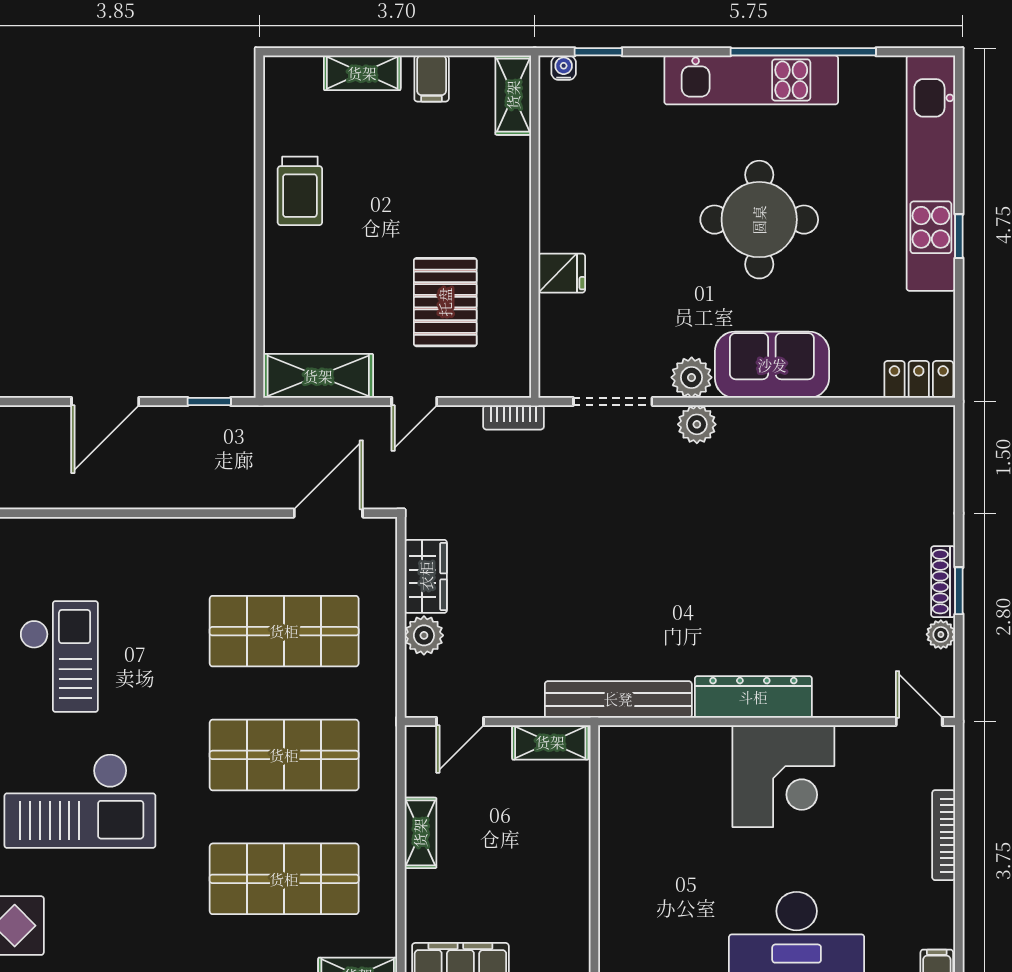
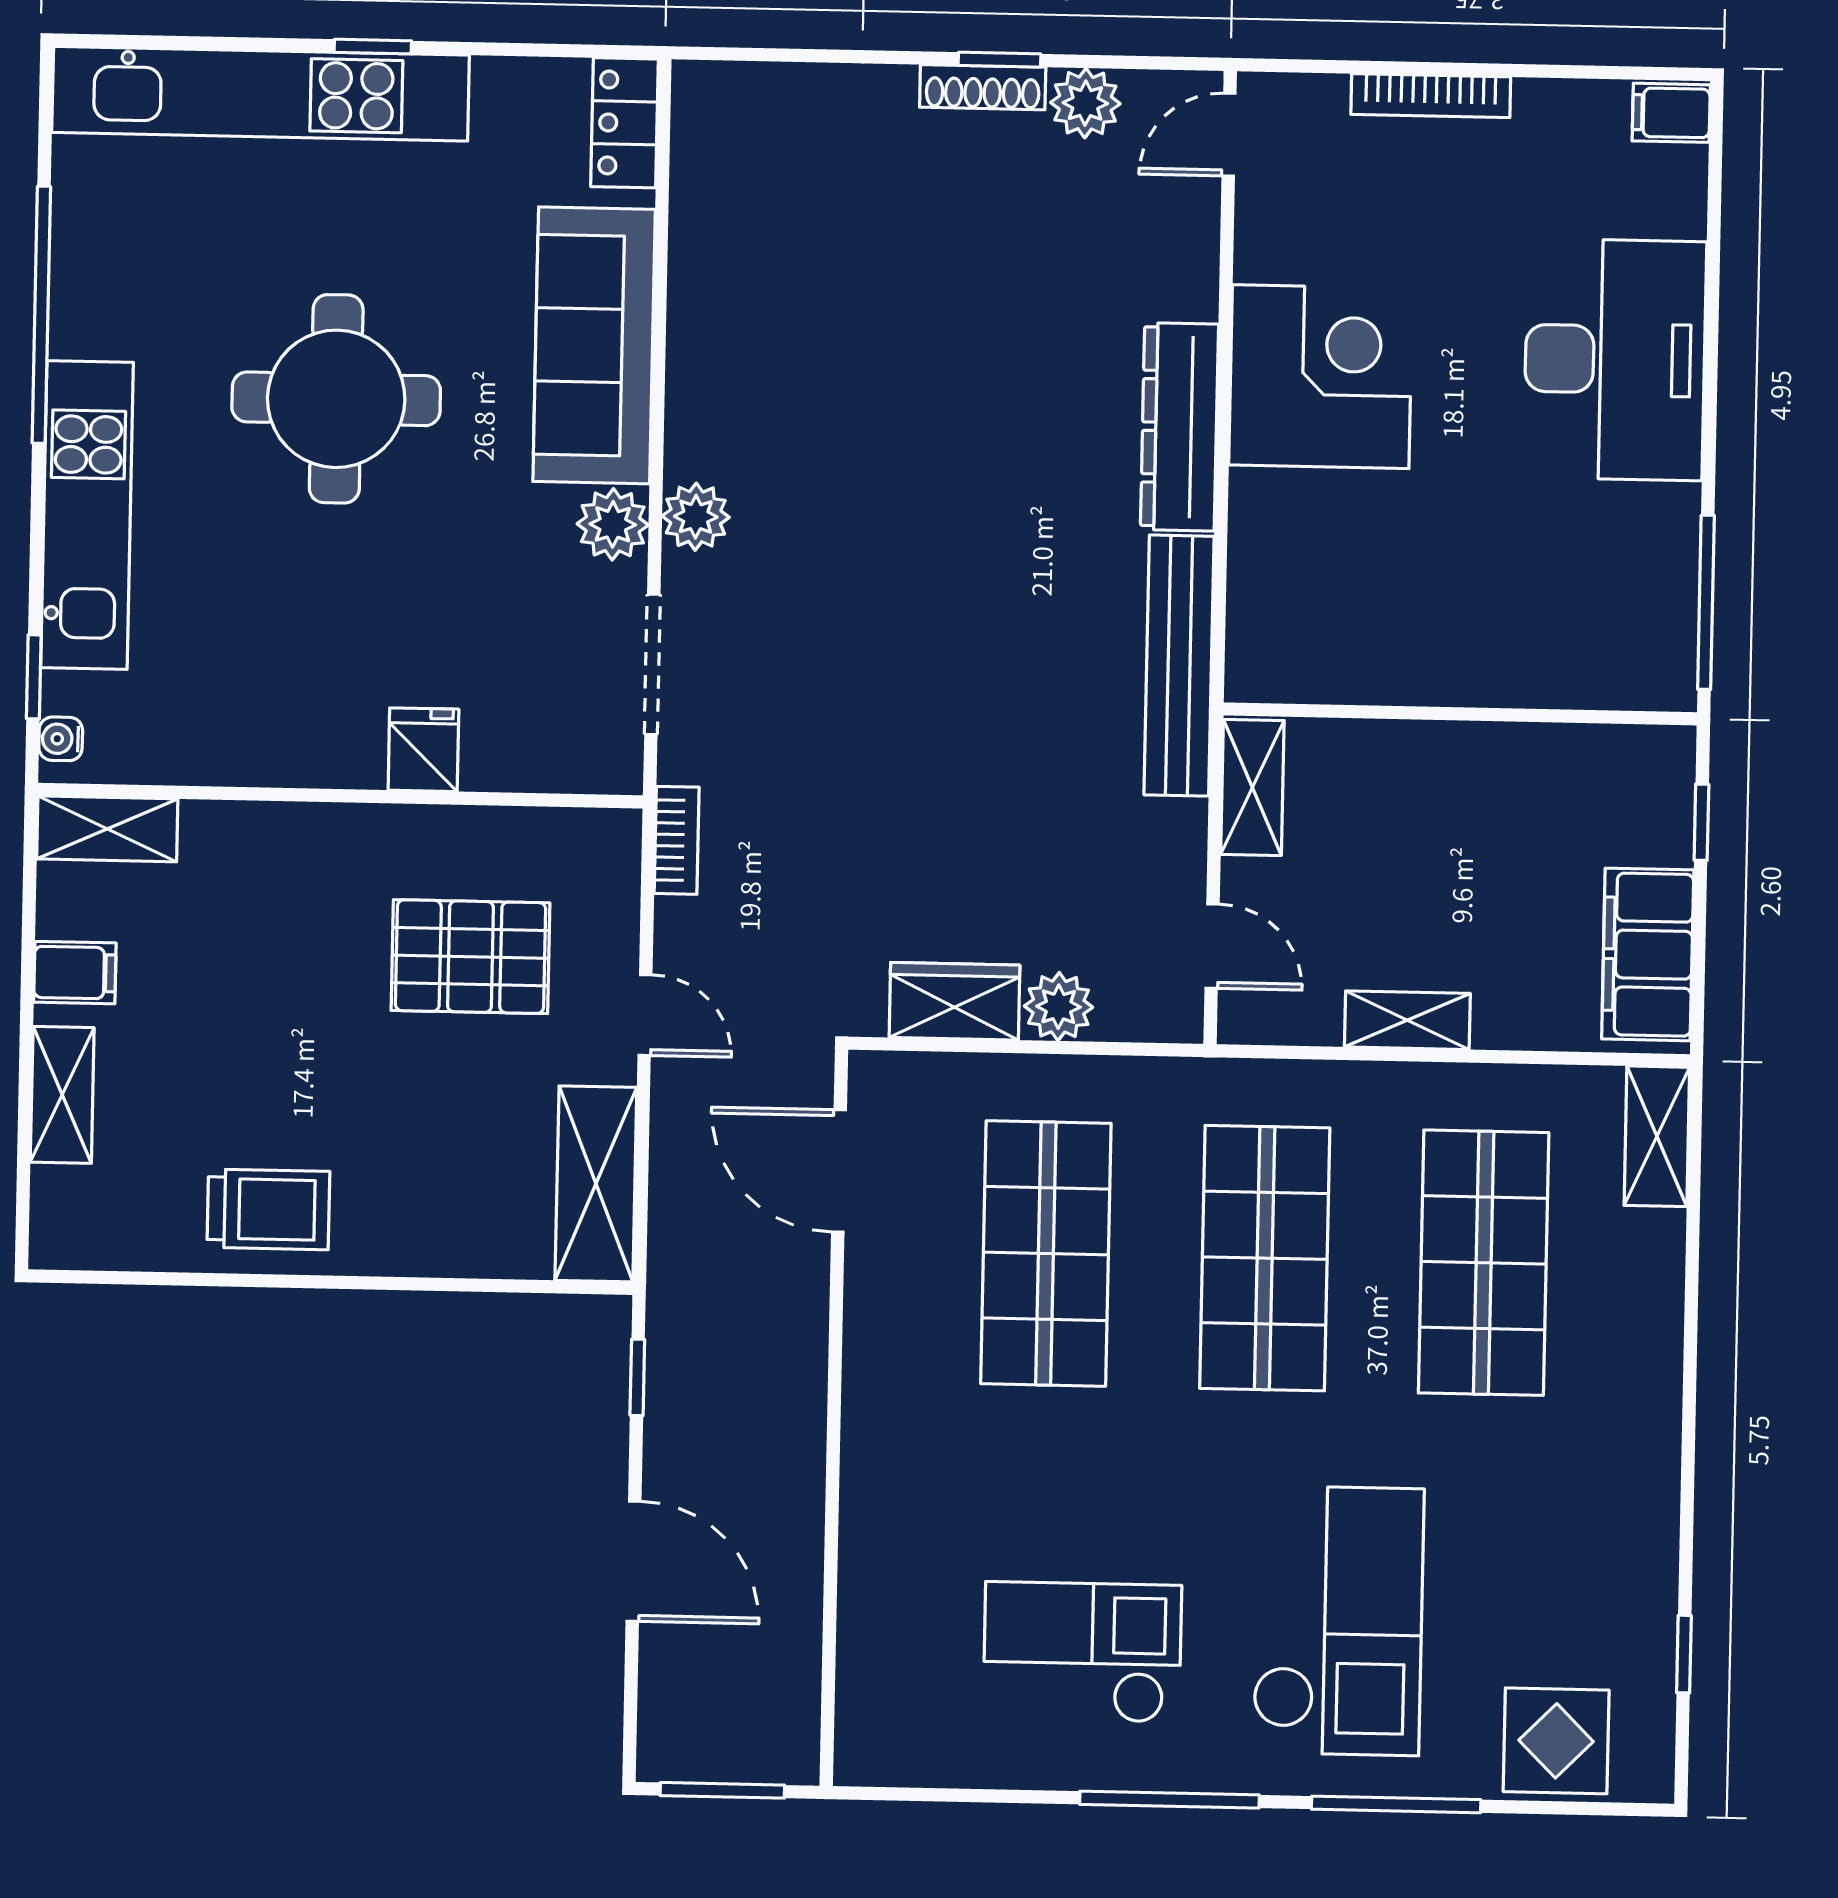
kitchen unit: (751, 80) -> (87, 515), moved
sofa: (772, 365) -> (594, 345), width x1.36
plant: (941, 634) -> (1085, 103), width x1.38, depth x1.38

